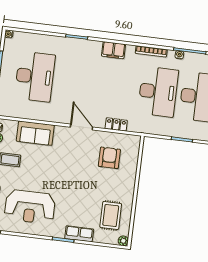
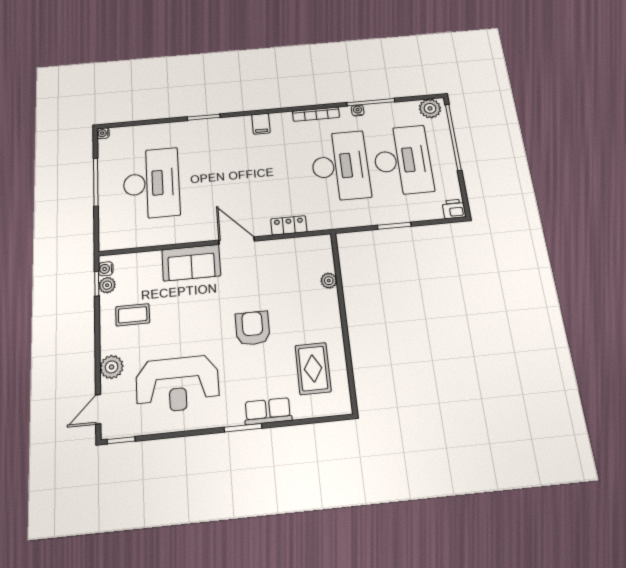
filing cabinet: (113, 50) -> (261, 124), width x0.50
sofa: (35, 133) -> (191, 263), moved
armchair: (109, 158) -> (253, 328), moved
plant: (123, 241) -> (329, 281), moved

